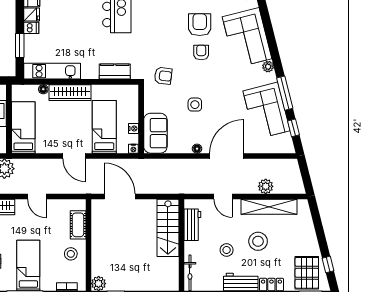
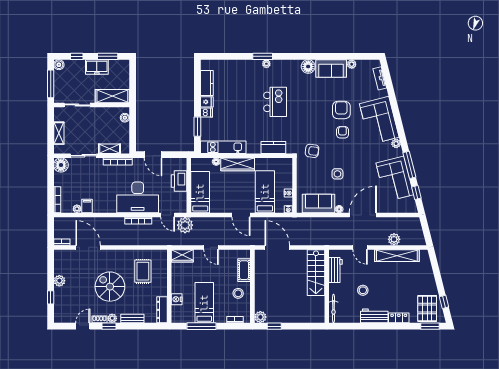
sofa: (155, 133) -> (318, 204), moved, turned -90
stool: (258, 241) -> (388, 283), removed

